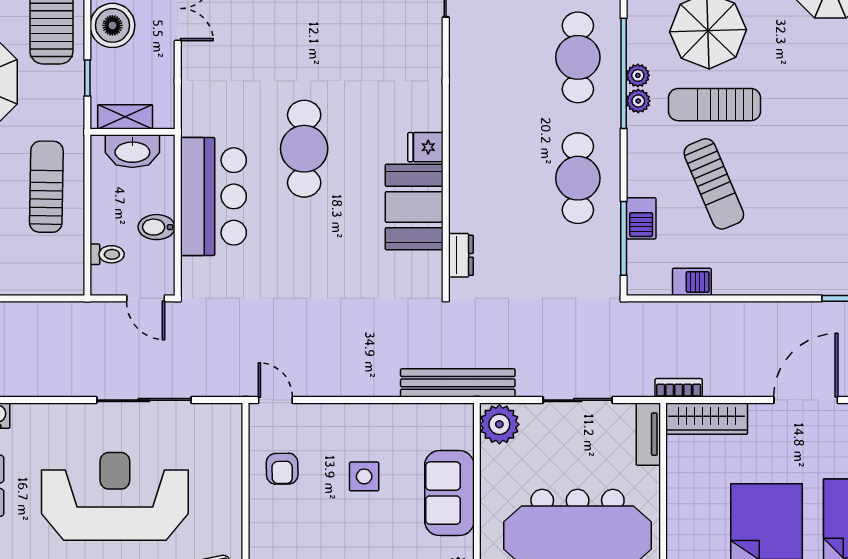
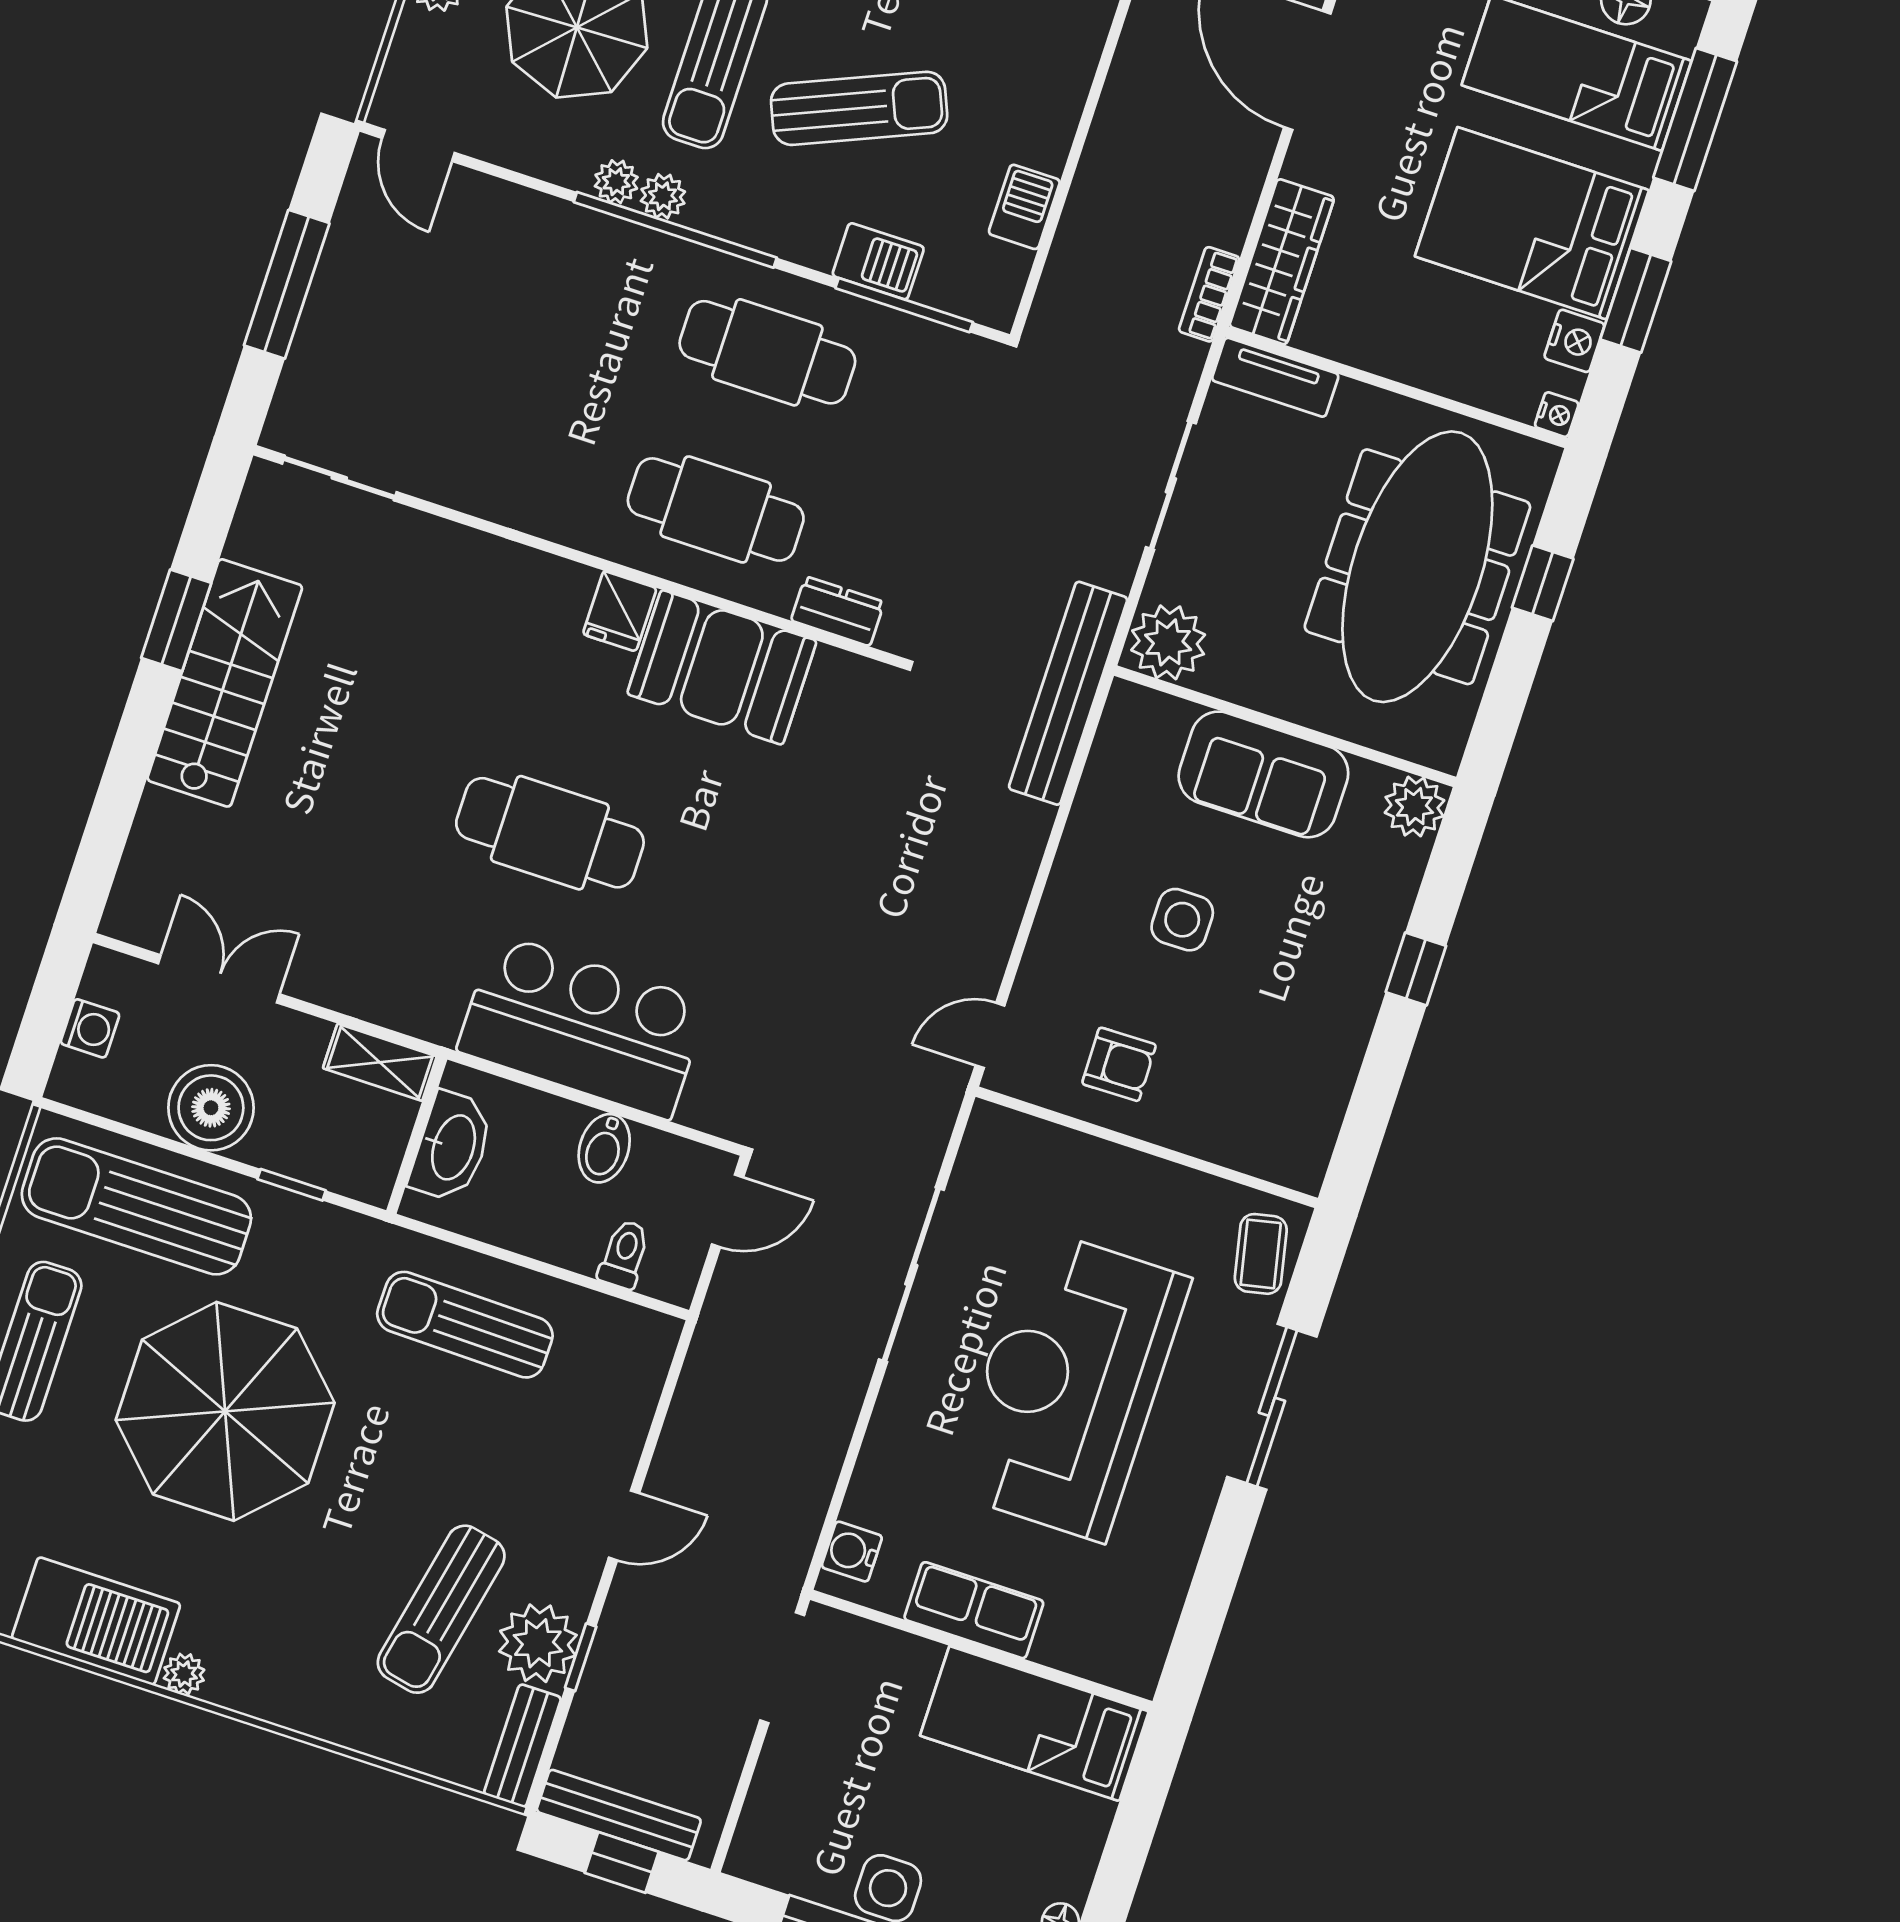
cafe table: (578, 57) -> (716, 509), moved
window: (624, 73) -> (675, 230), moved
shelving: (125, 117) -> (380, 1062), moved, turned 90

